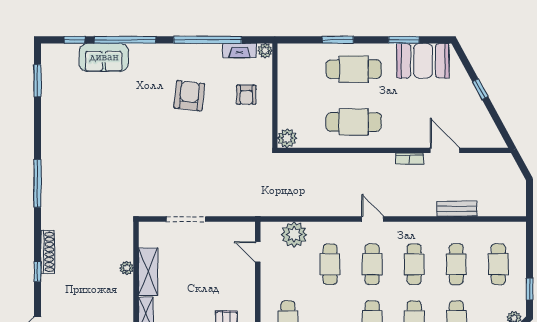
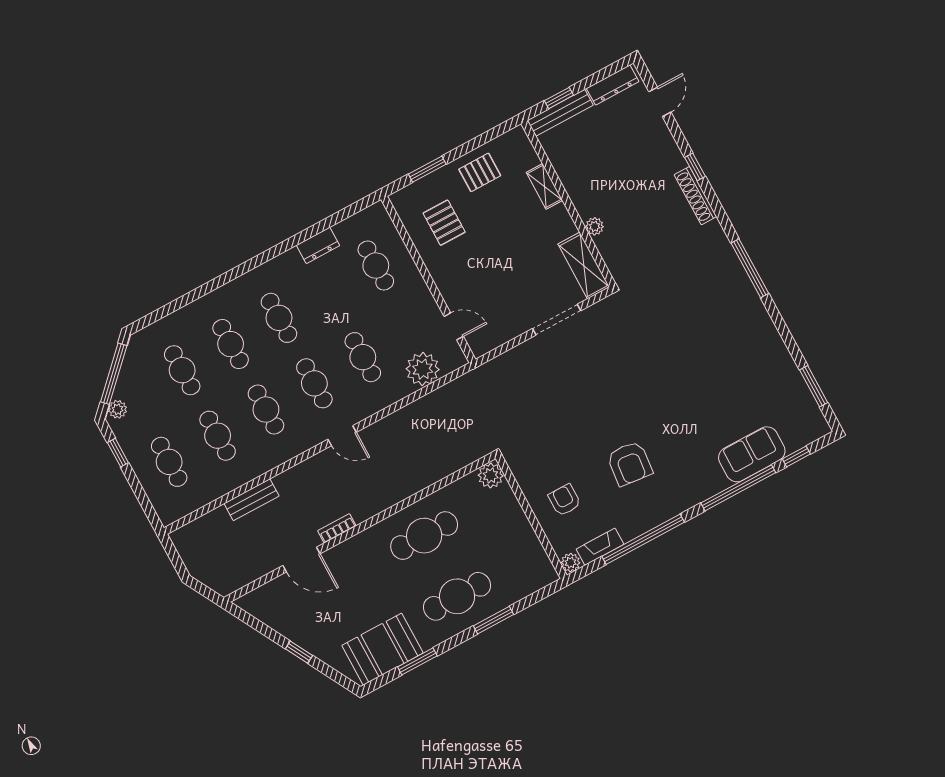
shelving: (148, 272) -> (584, 266), moved

